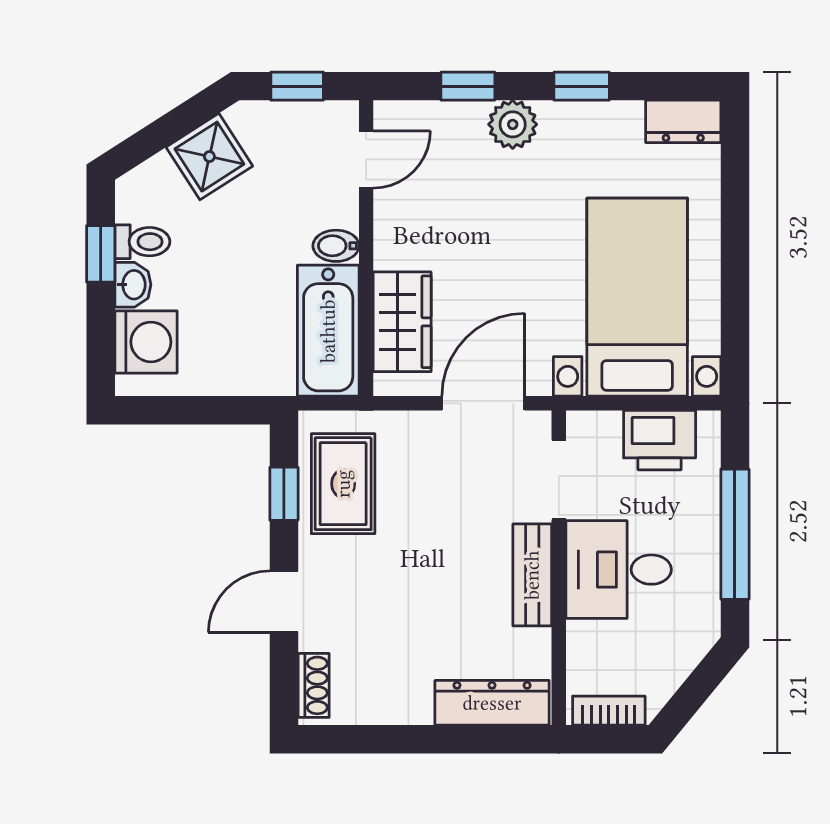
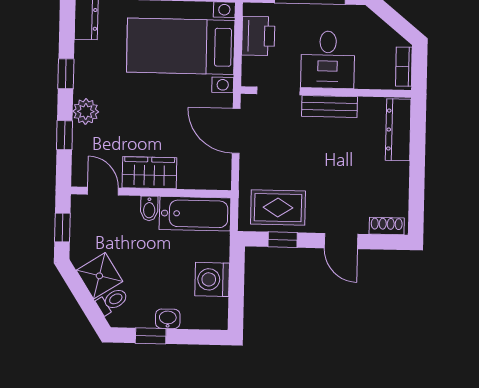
toilet: (142, 242) -> (112, 301), moved, turned 57
wardrobe: (402, 322) -> (149, 173), moved
washing machine: (146, 342) -> (212, 279), moved, turned -90

